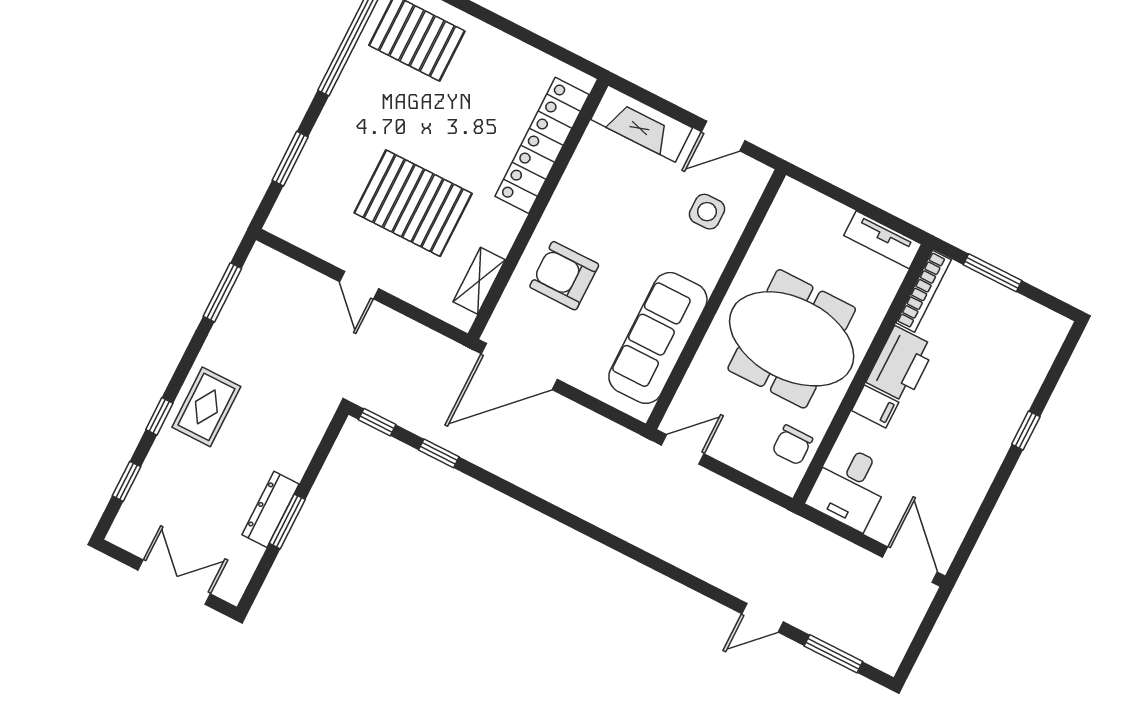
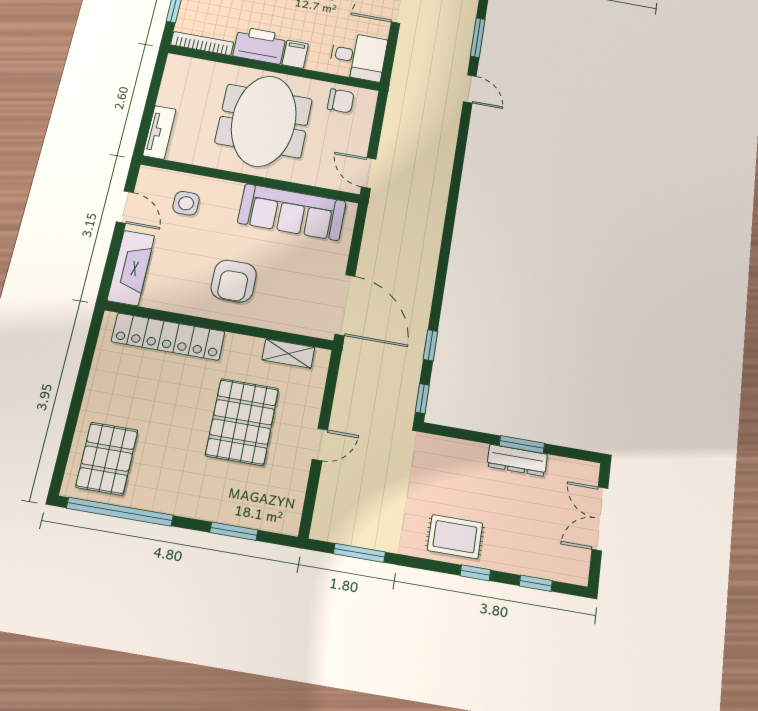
tv unit: (883, 240) -> (159, 132), moved
armchair: (564, 276) -> (234, 281), moved

